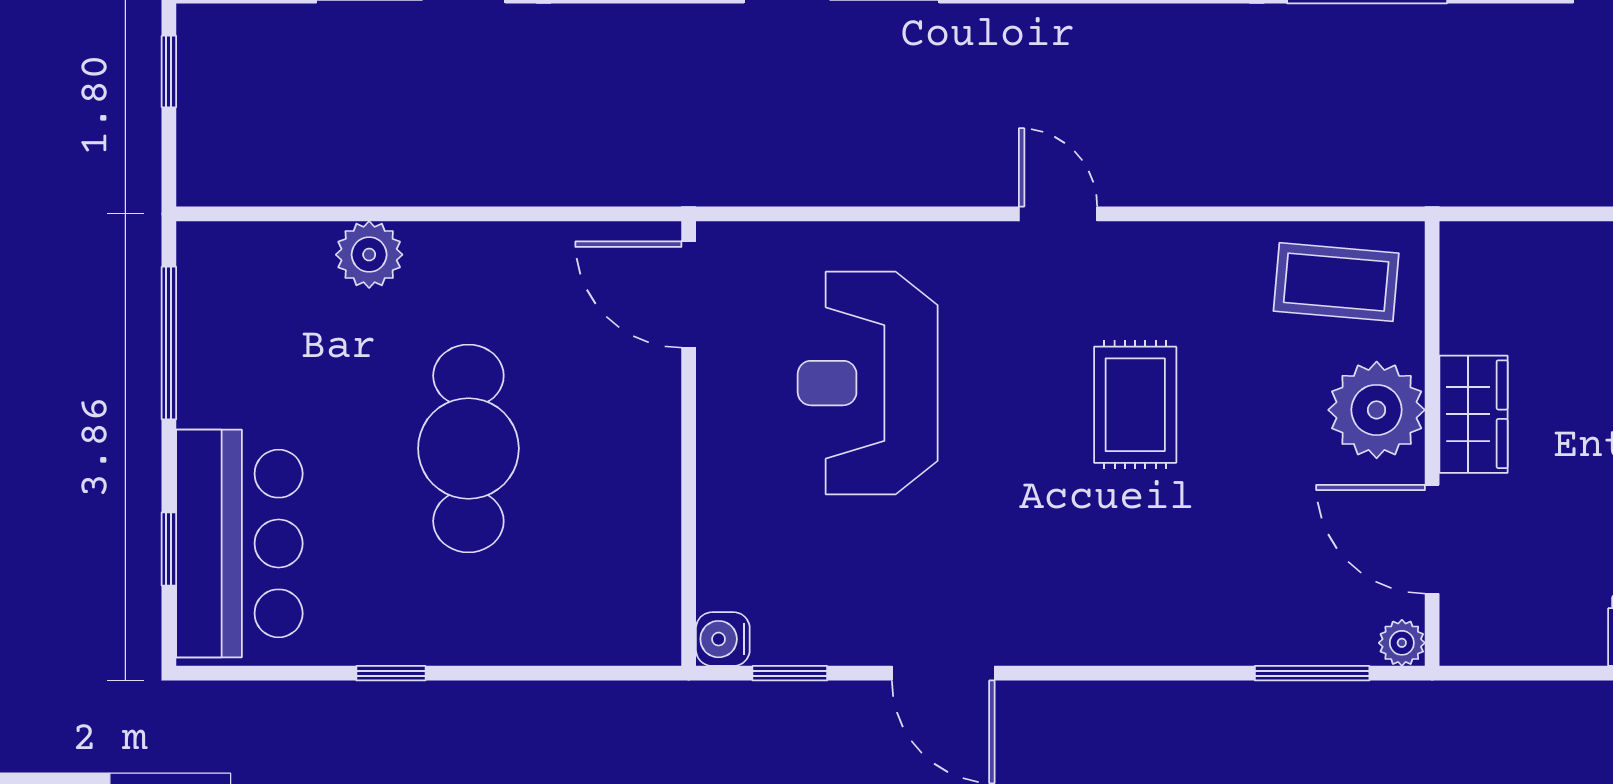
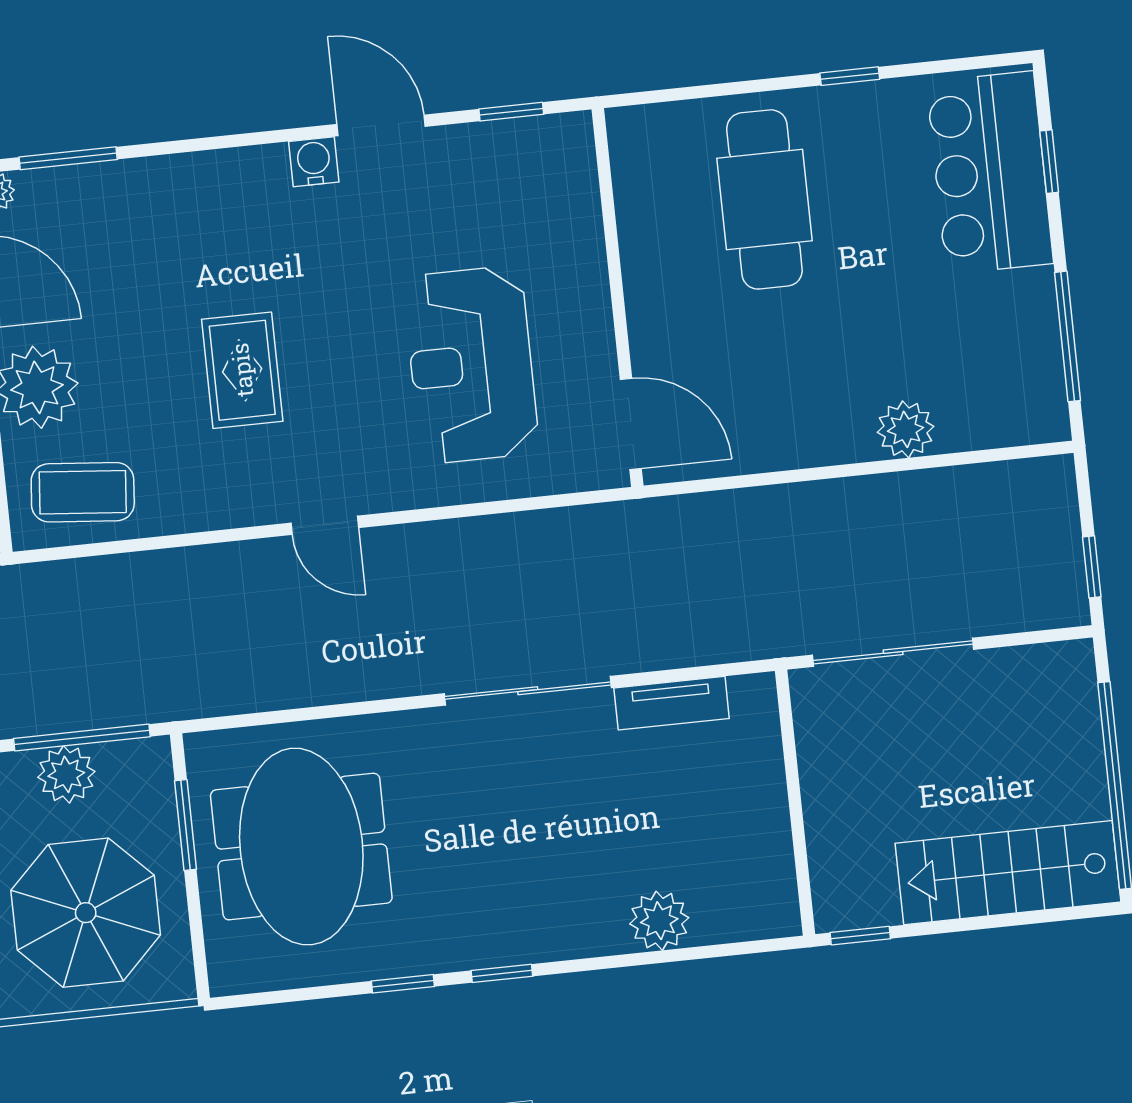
reception desk: (868, 383) -> (471, 365), turned 180
cafe table: (468, 448) -> (764, 199), moved
water cooler: (723, 639) -> (314, 162), moved, turned -90

